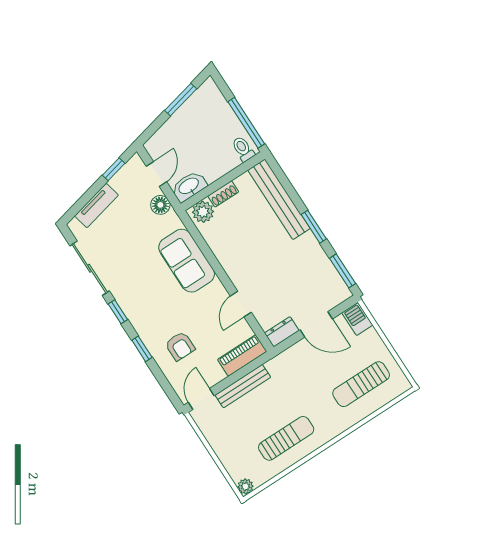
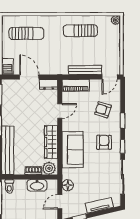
washbasin: (189, 186) -> (37, 185), moved
wardrobe: (224, 251) -> (51, 142), added
armchair: (148, 300) -> (104, 142), added
armchair: (180, 346) -> (103, 110), turned -72

